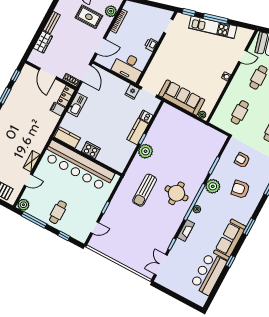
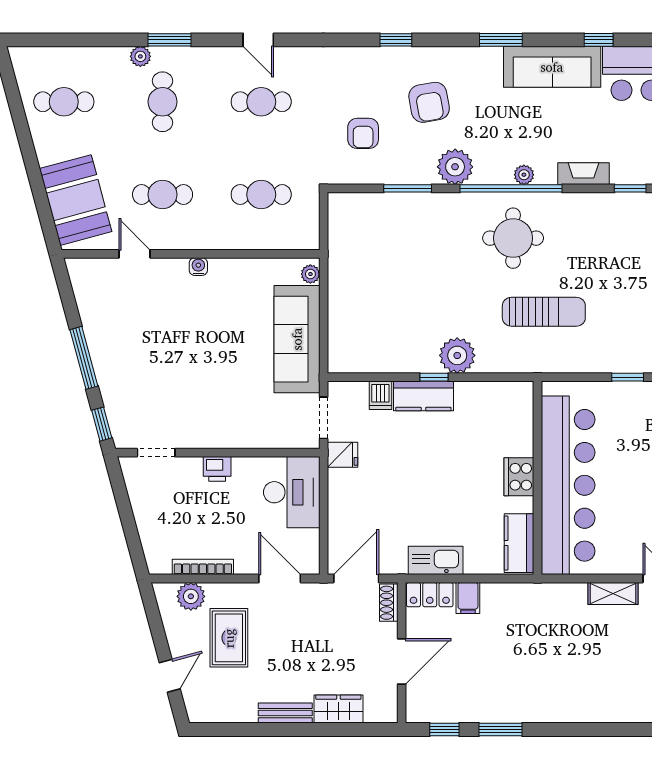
kitchen unit: (213, 27) -> (106, 354), removed

